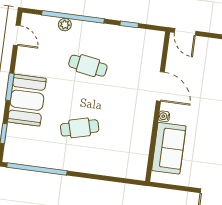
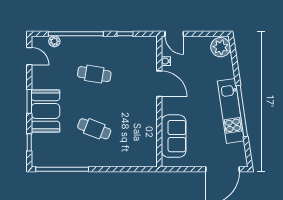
plant: (65, 25) -> (54, 41), moved
water cooler: (164, 116) -> (166, 61), moved
cafe table: (80, 128) -> (94, 129), turned 36

